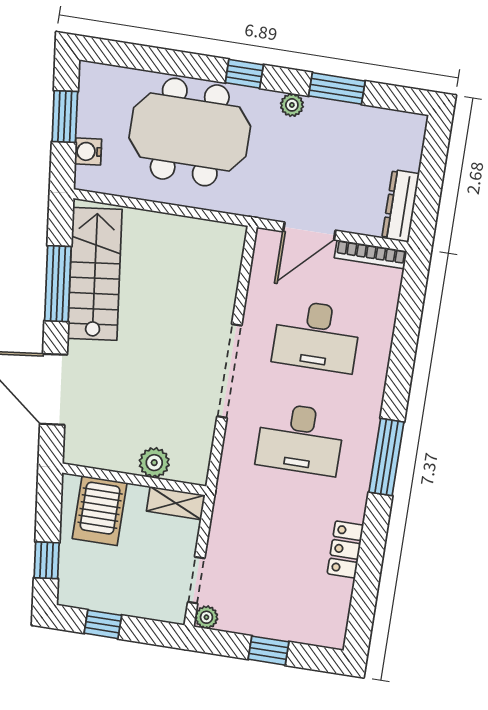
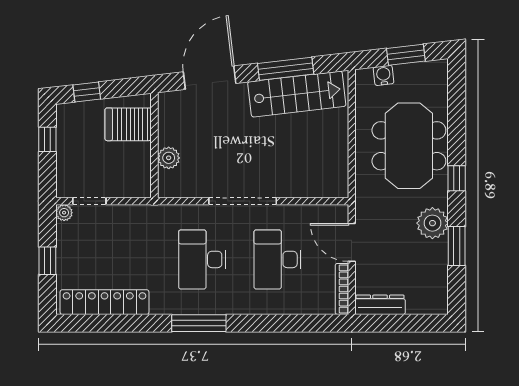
plant: (292, 105) -> (432, 223), width x1.88, depth x1.88
shelving: (176, 503) -> (142, 178), removed
locker: (345, 549) -> (105, 302), width x2.16, depth x1.21

